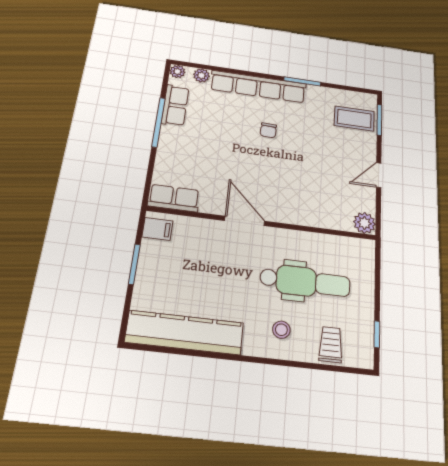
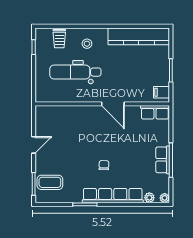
row of seats: (175, 105) -> (163, 160), moved
plant: (364, 223) -> (42, 112), removed

